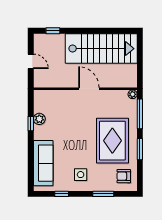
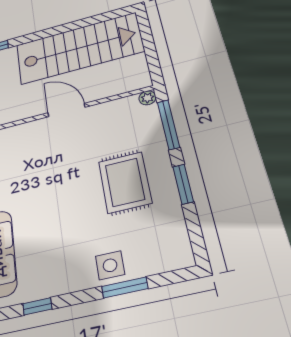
rug: (112, 141) -> (125, 182), width x0.73, depth x0.69
side table: (81, 175) -> (110, 265), moved
armchair: (124, 176) -> (161, 242), removed

